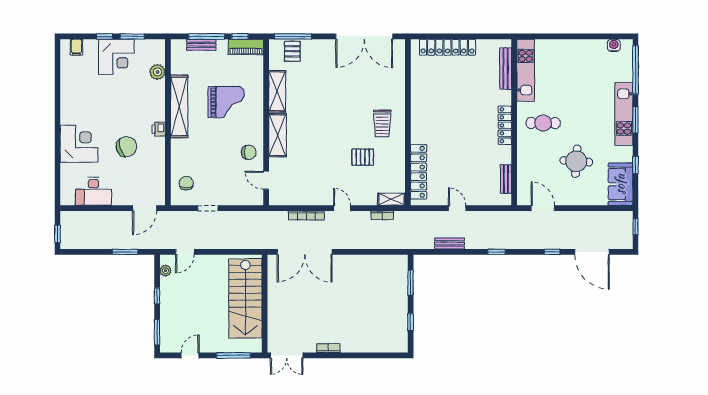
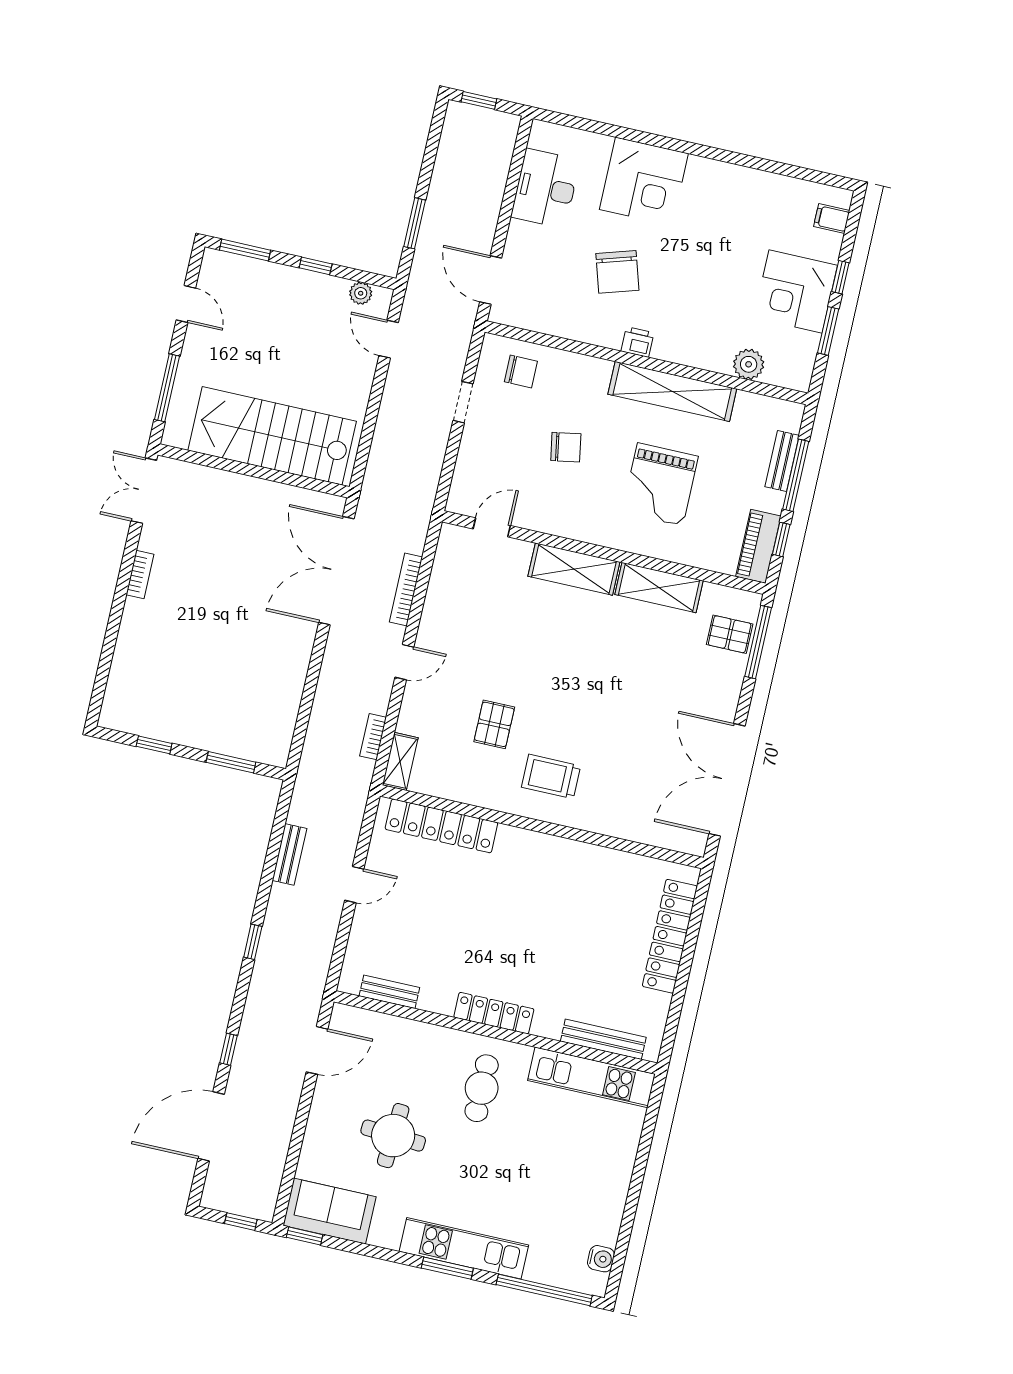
chair: (249, 152) -> (566, 447), moved, turned -100
window: (635, 165) -> (305, 1236), moved

